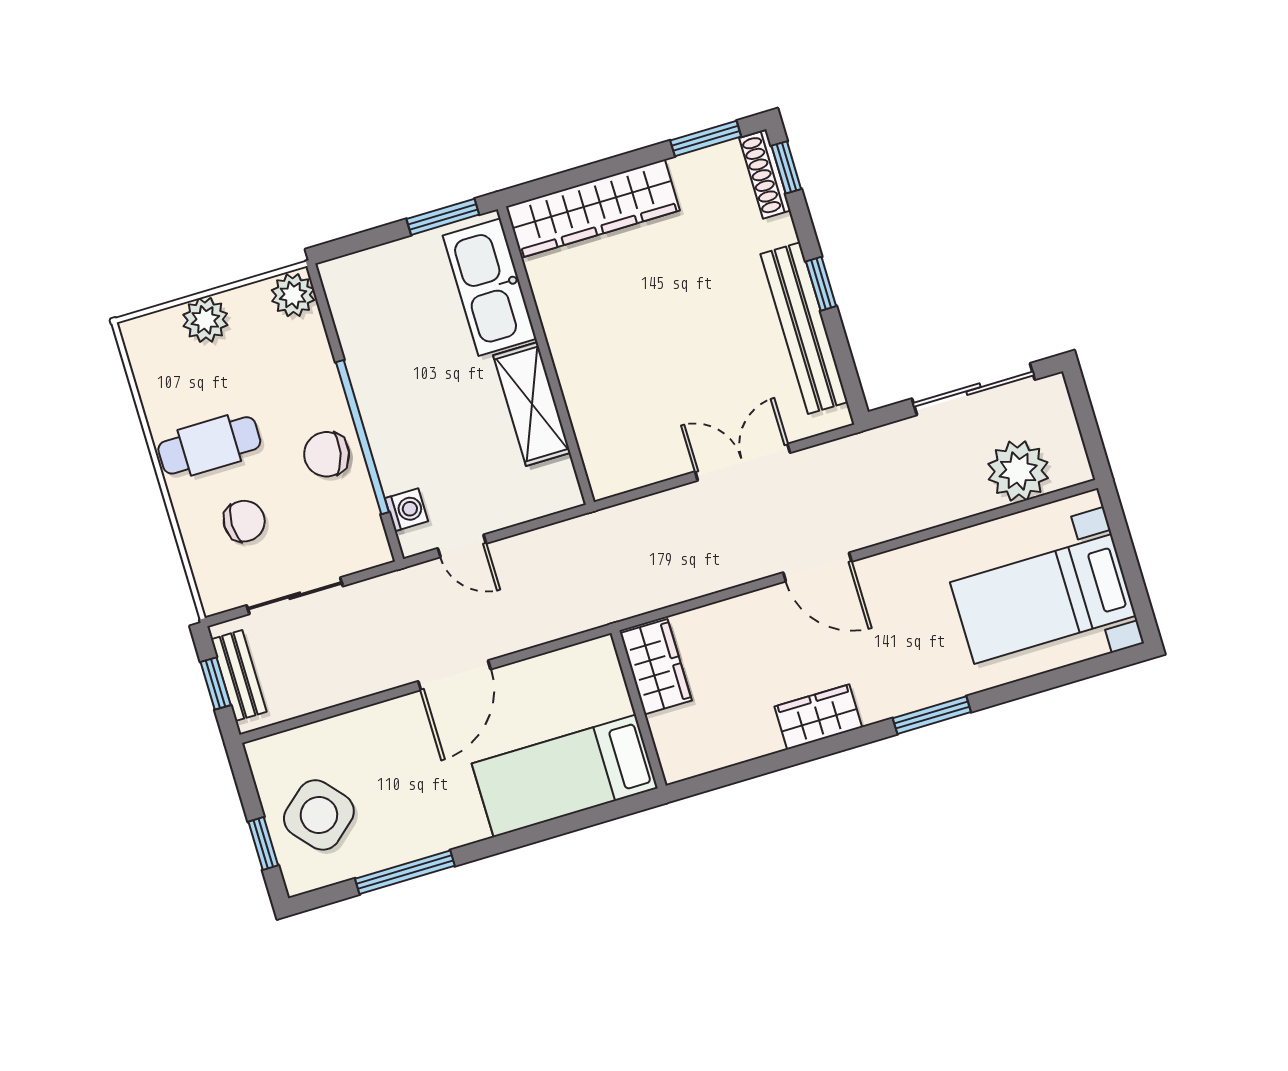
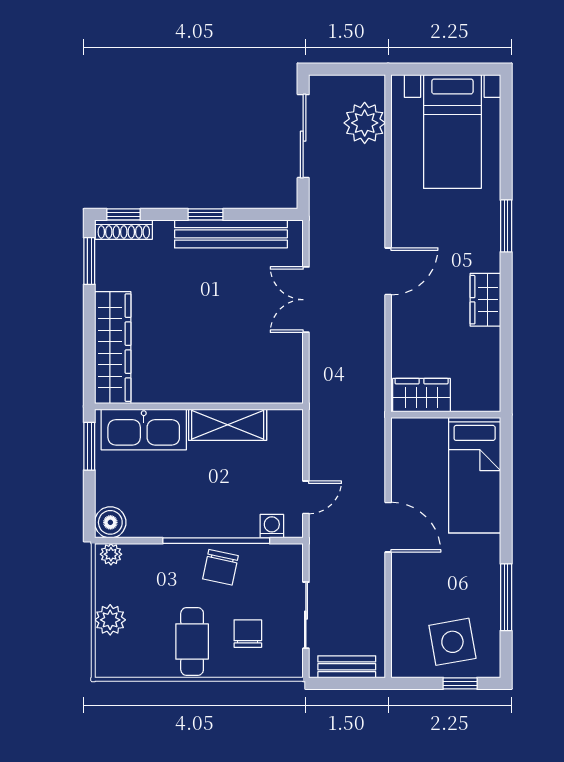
boiler: (344, 279) -> (110, 522), added
plant: (293, 295) -> (111, 554), width x0.73, depth x0.73
window: (216, 684) -> (347, 683), removed
side table: (319, 815) -> (452, 642), turned 31

